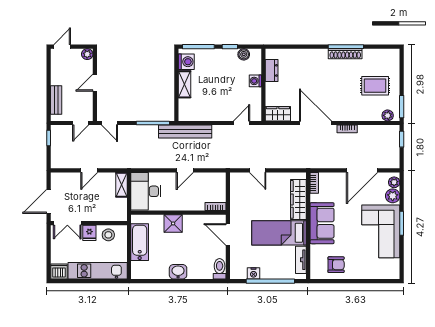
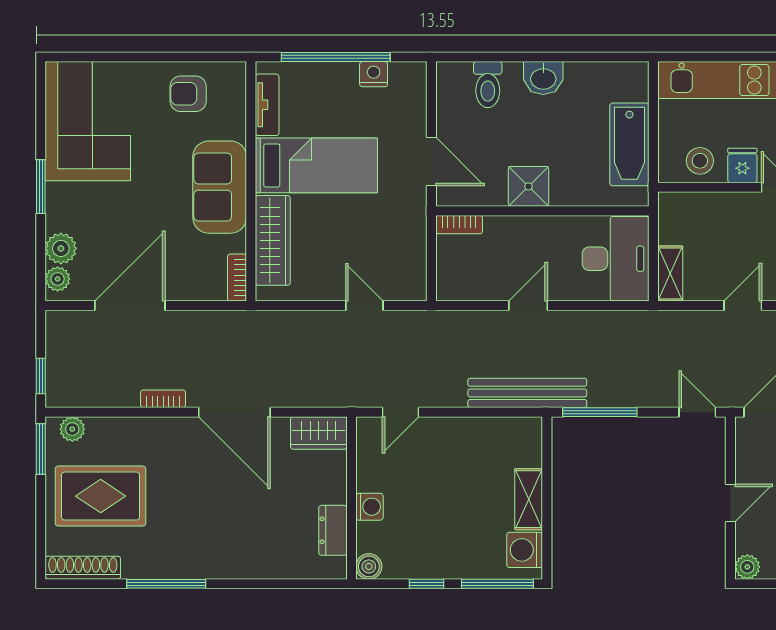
boiler: (244, 54) -> (369, 566), moved
shoe rack: (345, 54) -> (83, 568), moved
rug: (375, 86) -> (101, 496), width x1.36, depth x1.43
shower: (173, 223) -> (529, 186), moved
corner sofa: (381, 231) -> (88, 121), moved
toilet: (220, 269) -> (488, 85), moved

